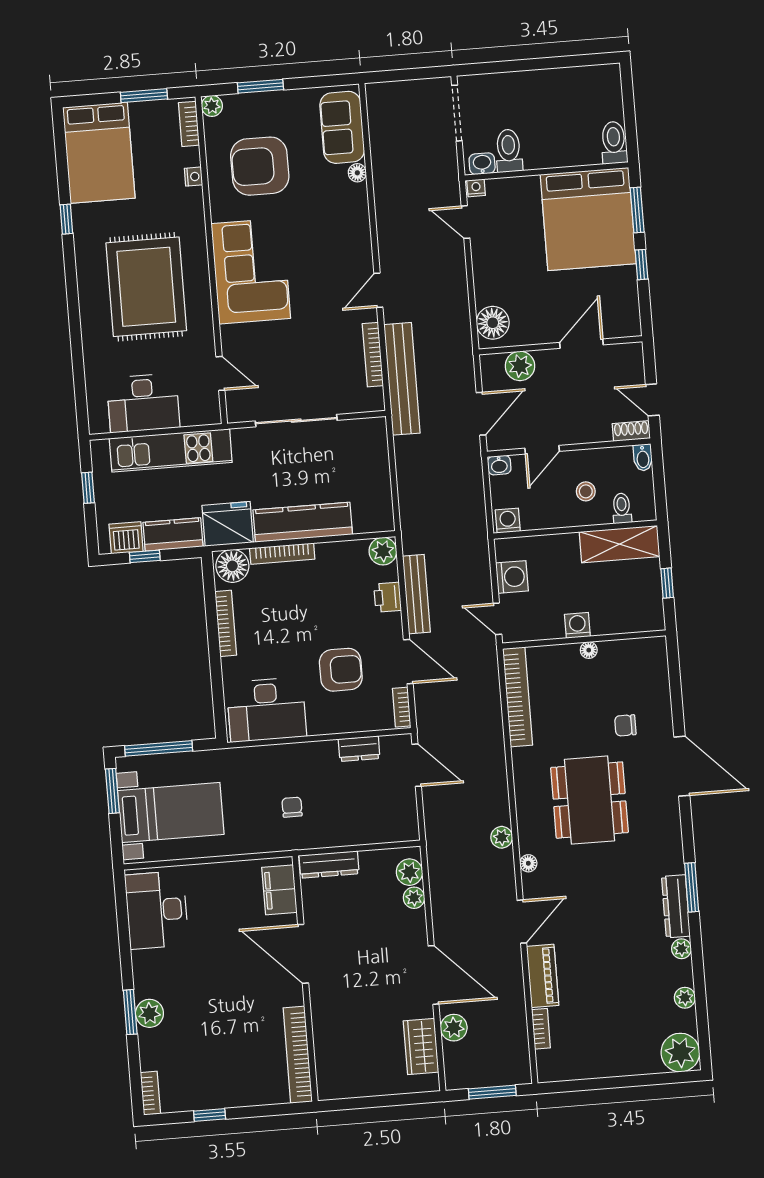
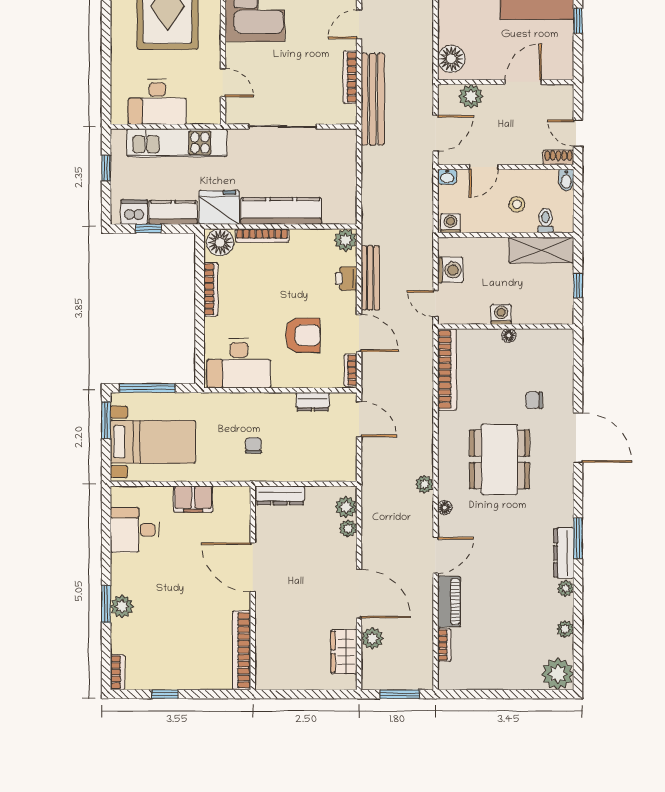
filing cabinet: (279, 890) -> (193, 499), moved, turned -90
desk: (157, 910) -> (135, 530), width x0.73

